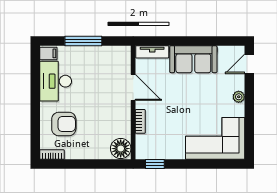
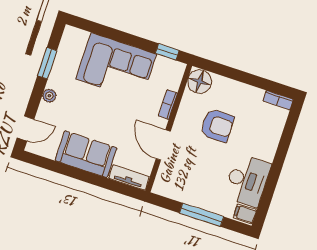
window: (249, 123) -> (47, 63), added
armchair: (64, 124) -> (217, 125), moved, turned 180
corner sofa: (215, 138) -> (116, 67), moved

